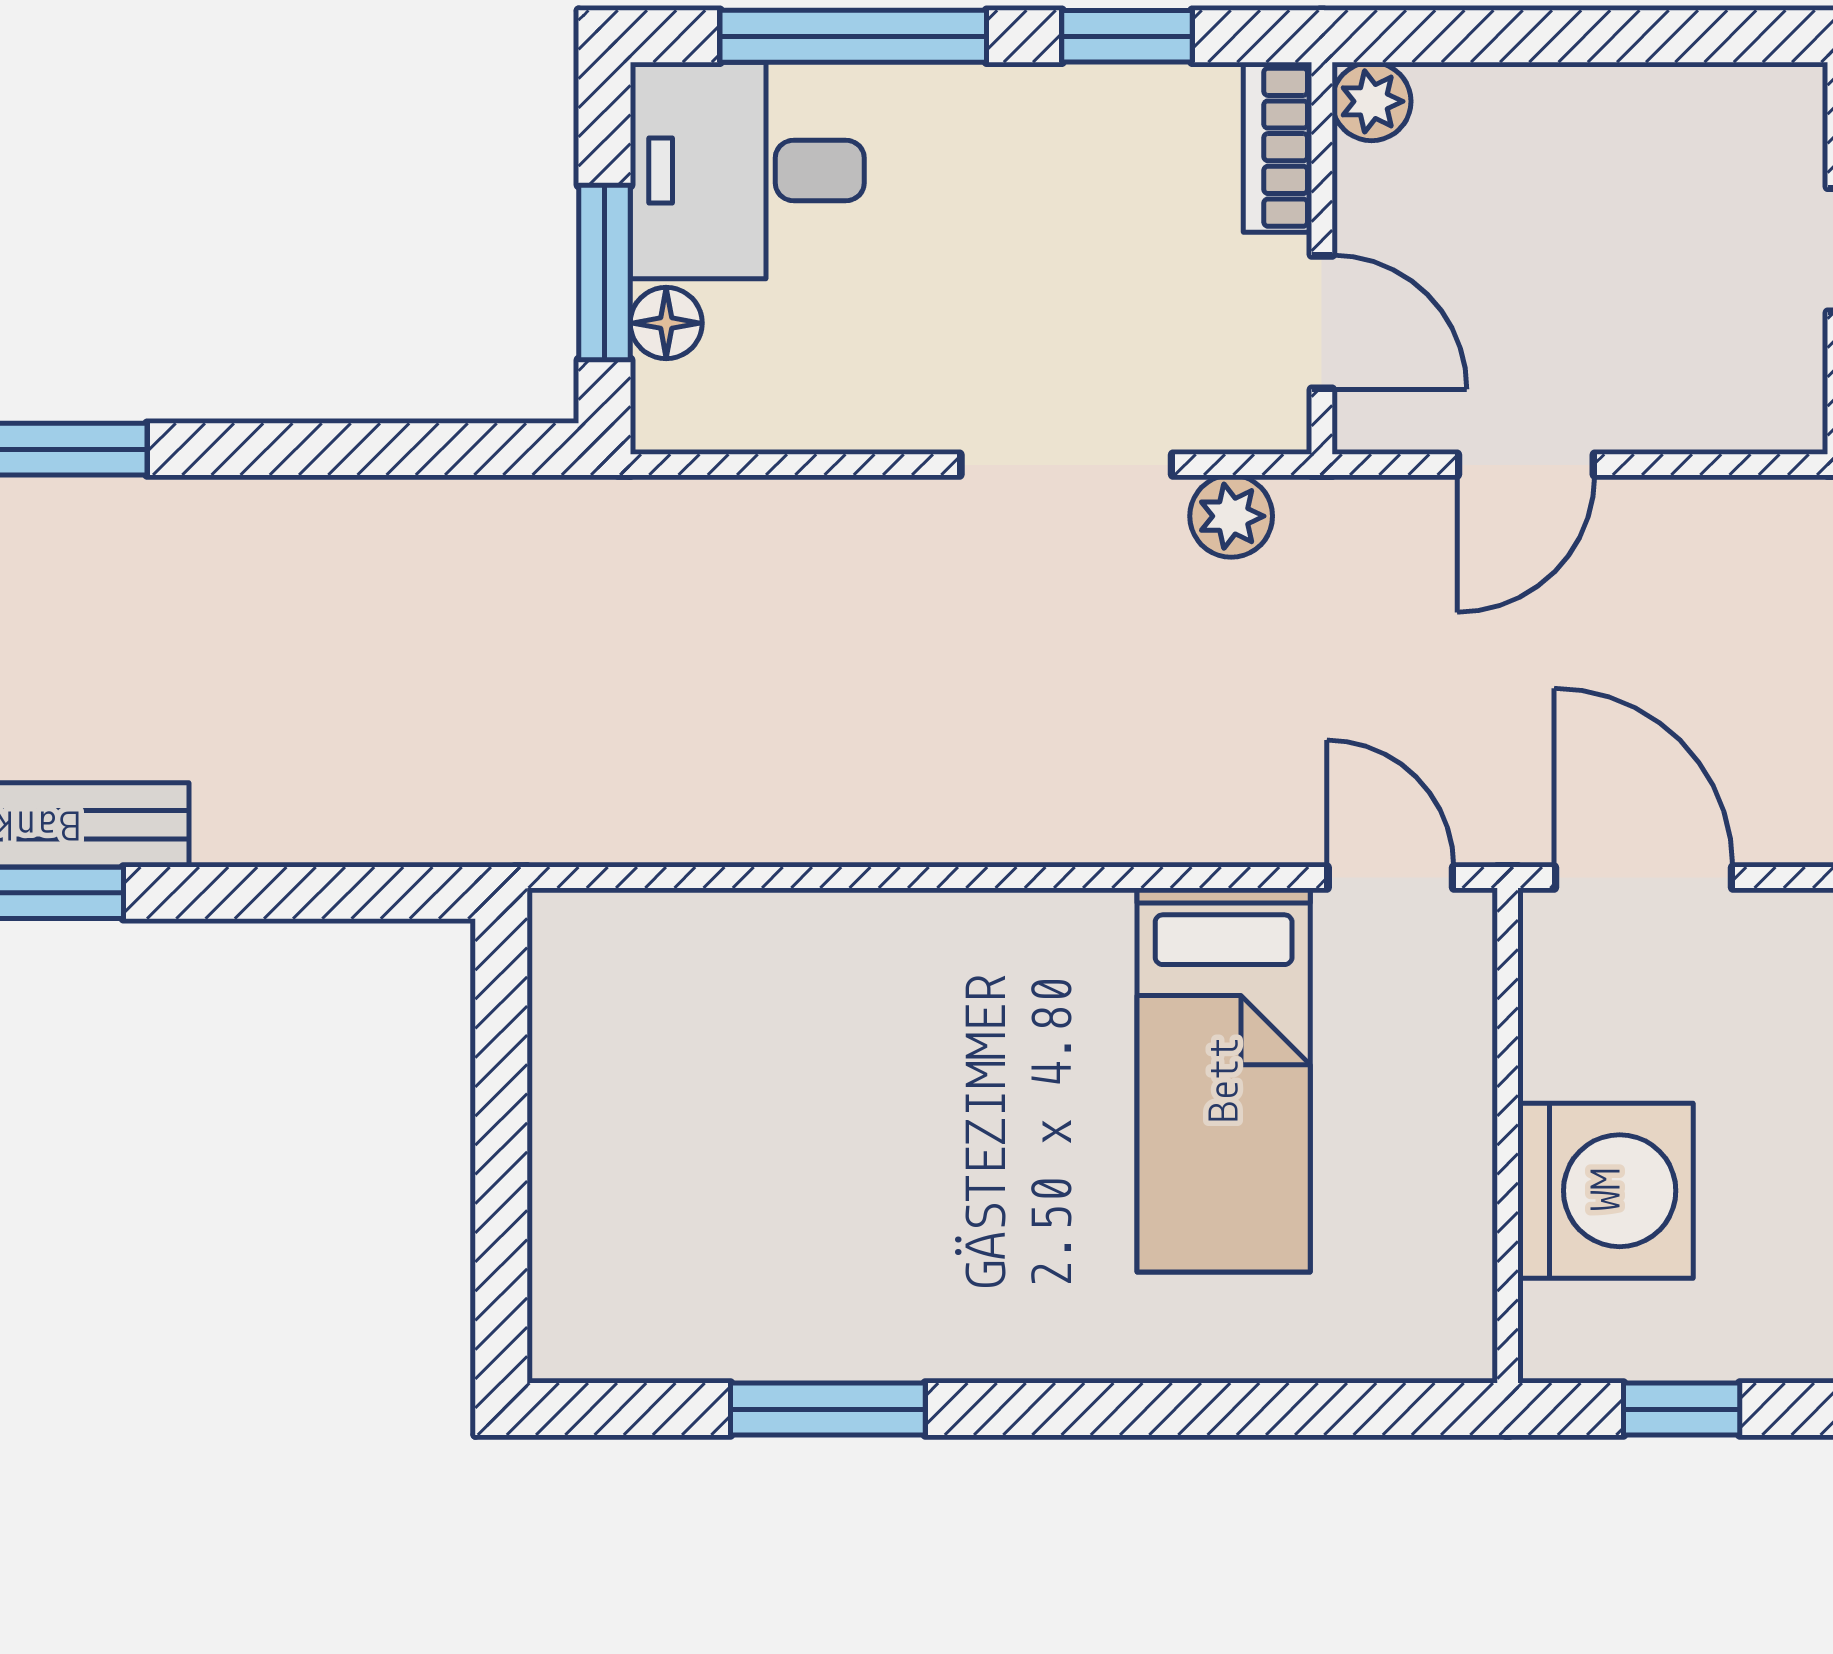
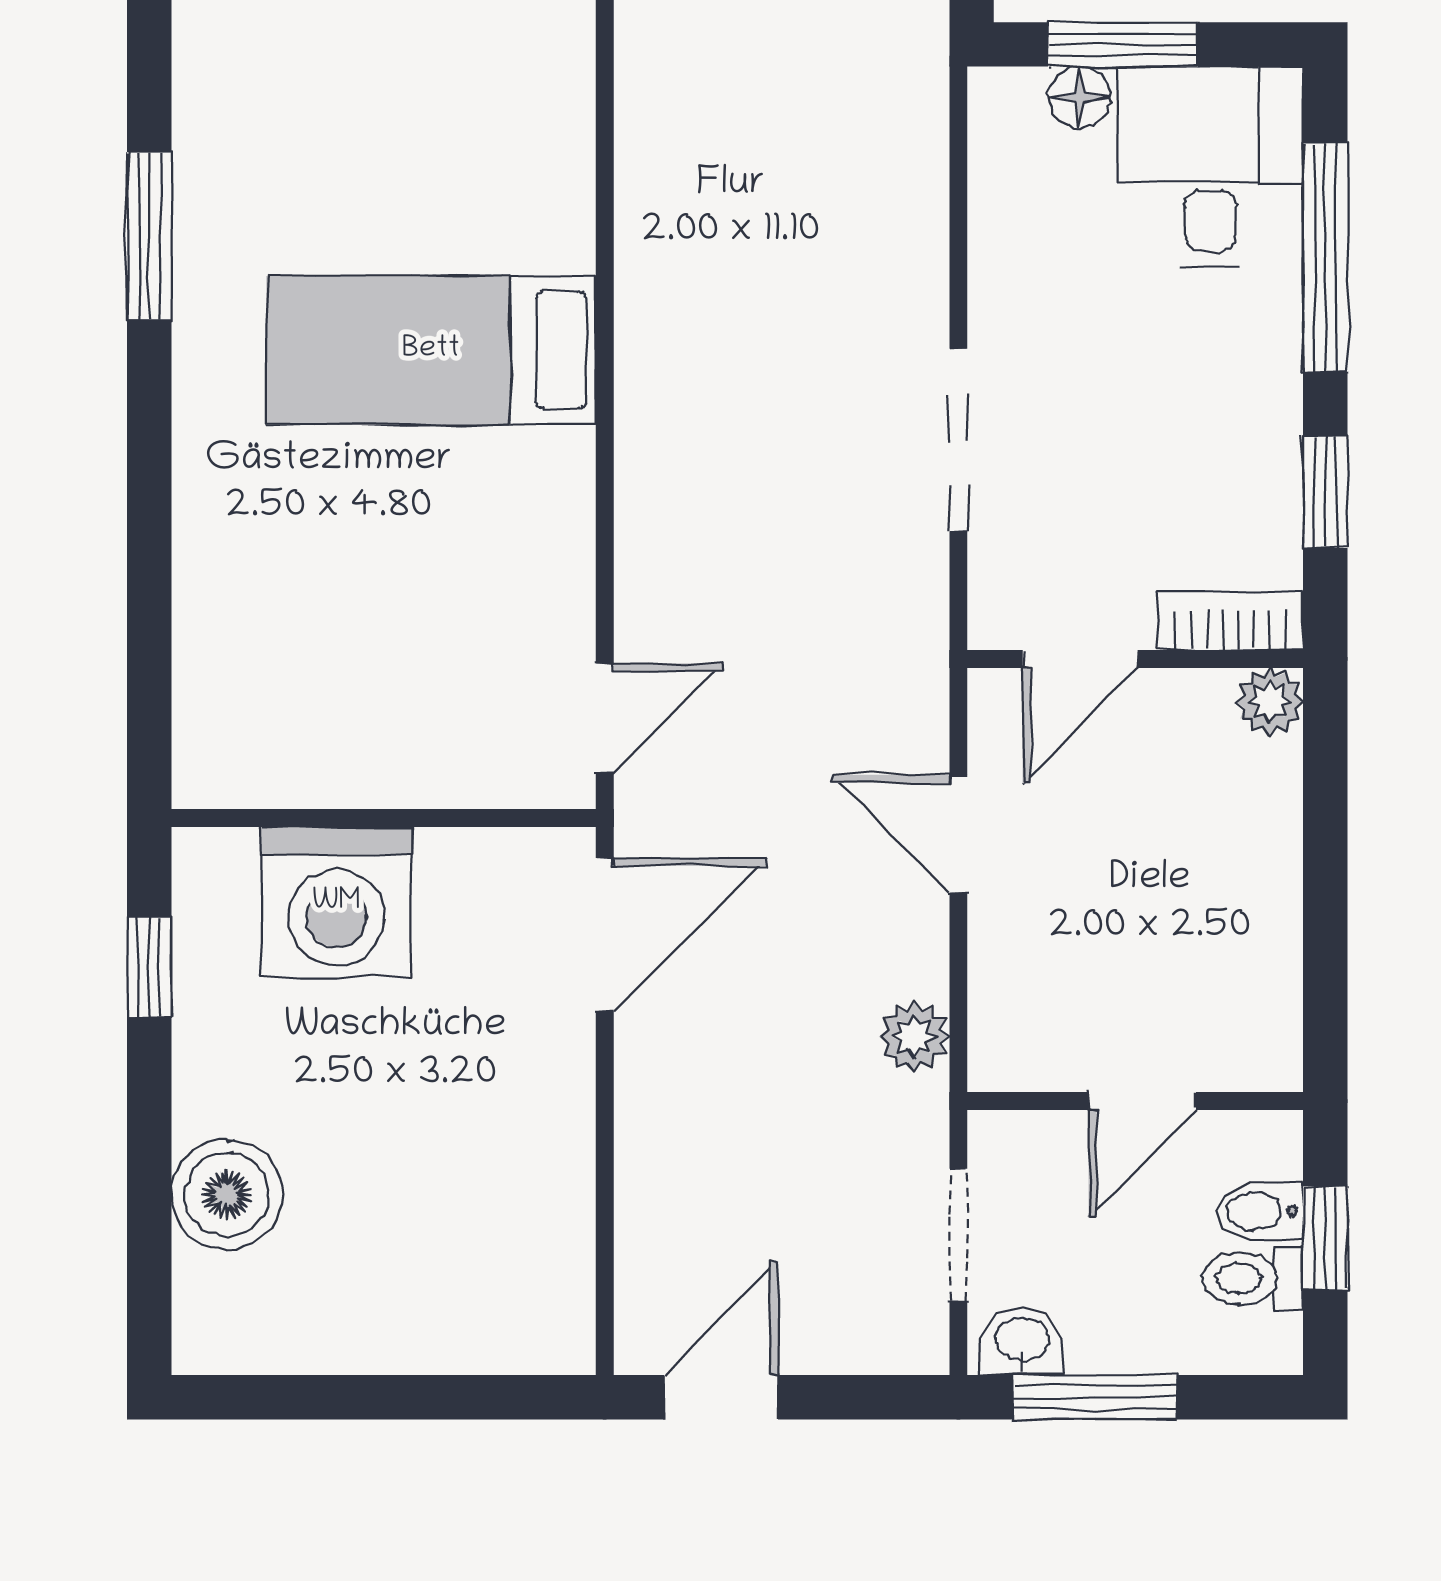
plant: (1231, 516) -> (914, 1037), moved
bed: (1224, 1080) -> (431, 350), moved

